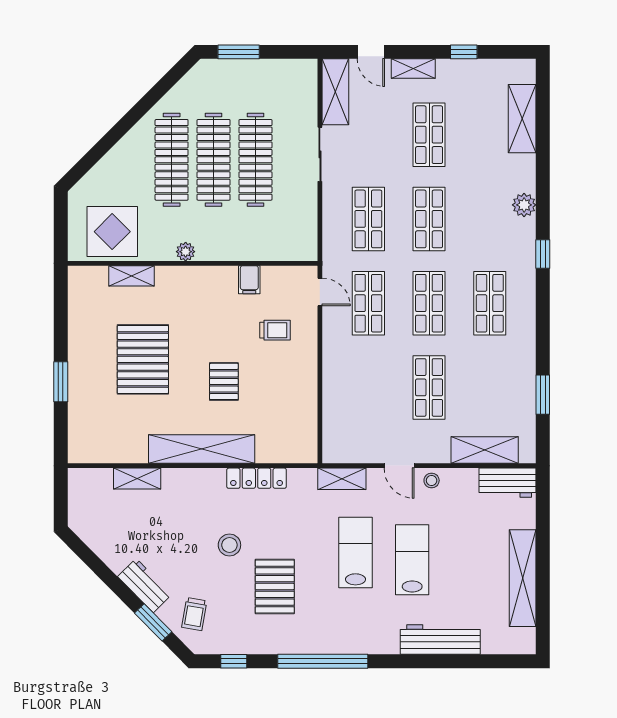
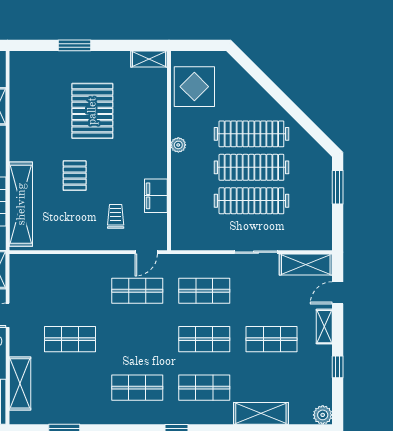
shelving: (522, 119) -> (261, 413), moved
plant: (524, 205) -> (323, 415), moved
shelving: (132, 276) -> (149, 59), moved, turned 90
filing cabinet: (249, 280) -> (156, 196), width x2.00
shop shelf: (429, 303) -> (204, 388), moved
trolley: (275, 330) -> (116, 216), turned 180
pallet: (143, 359) -> (92, 111), turned 90
pallet: (224, 381) -> (75, 176), turned 90
shelving: (202, 449) -> (21, 204), moved

